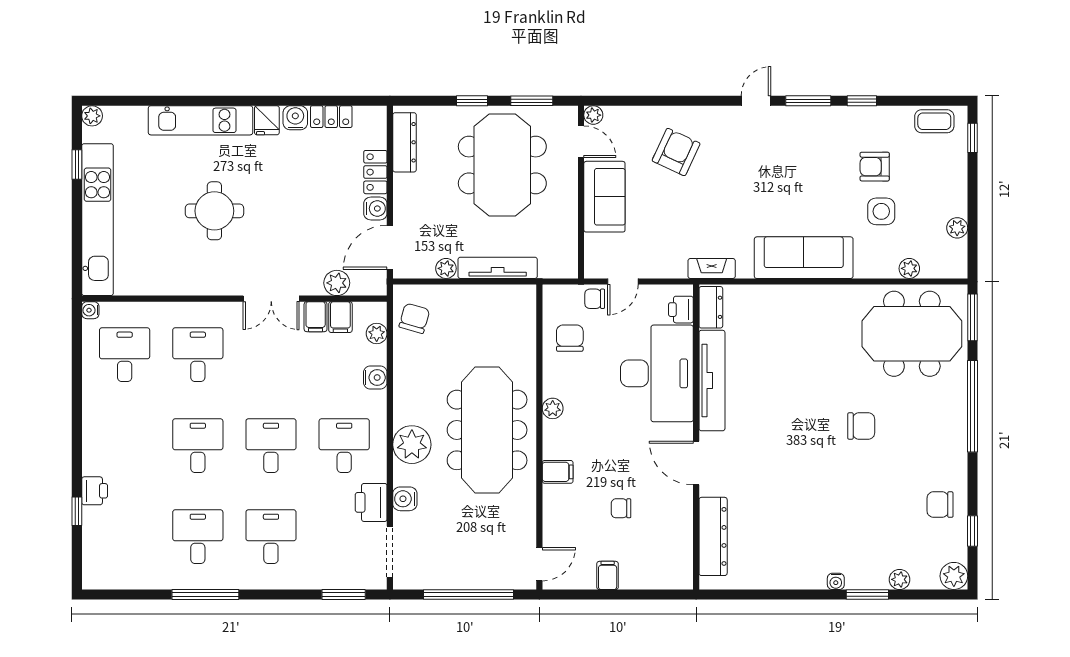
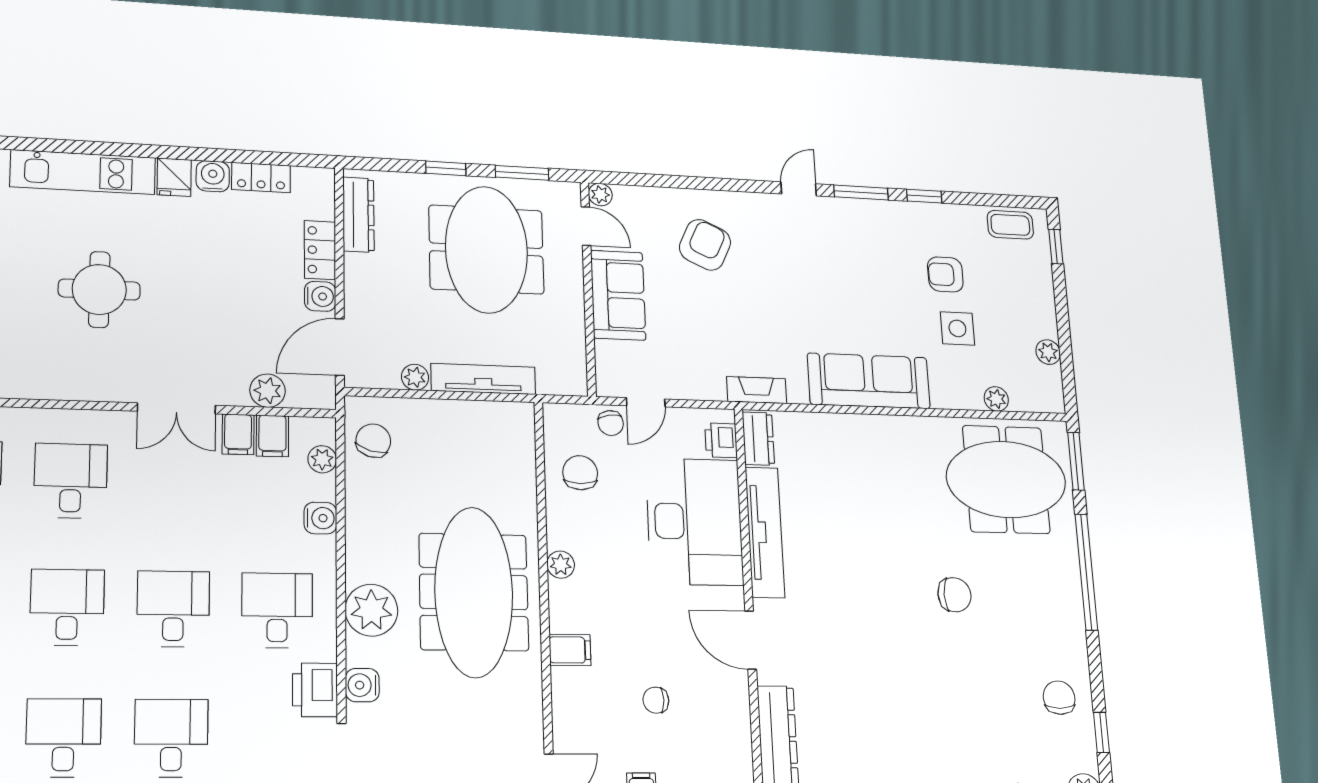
chair: (595, 299) -> (611, 423), turned -99
chair: (940, 505) -> (1059, 698), turned 90

